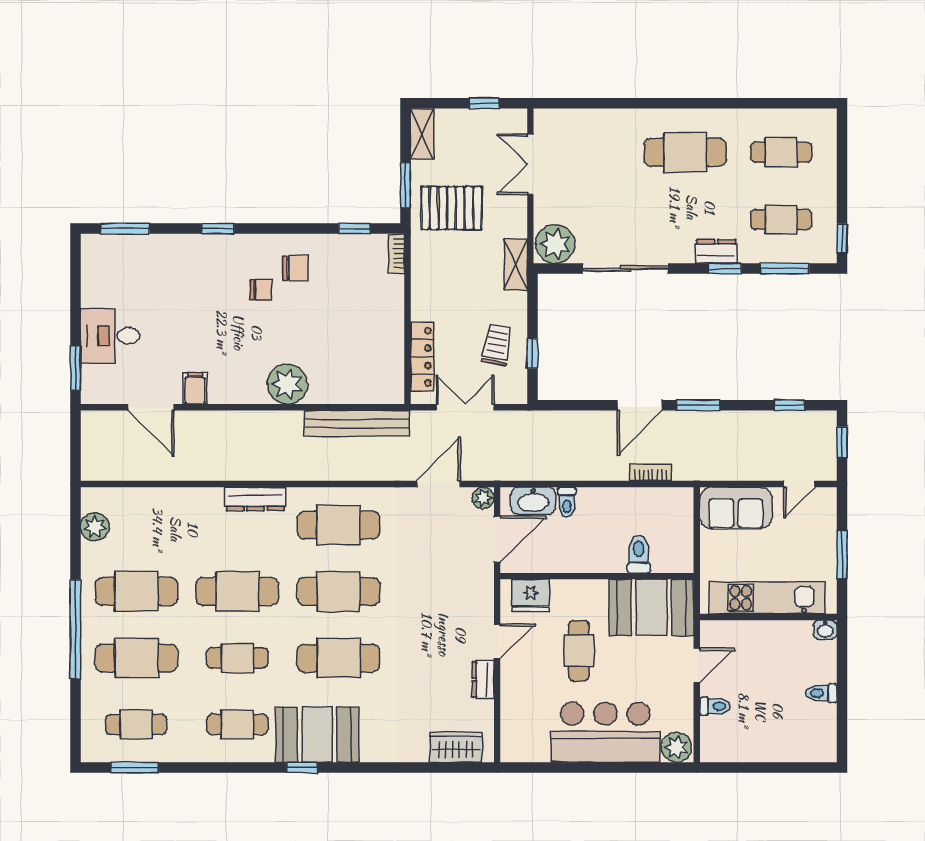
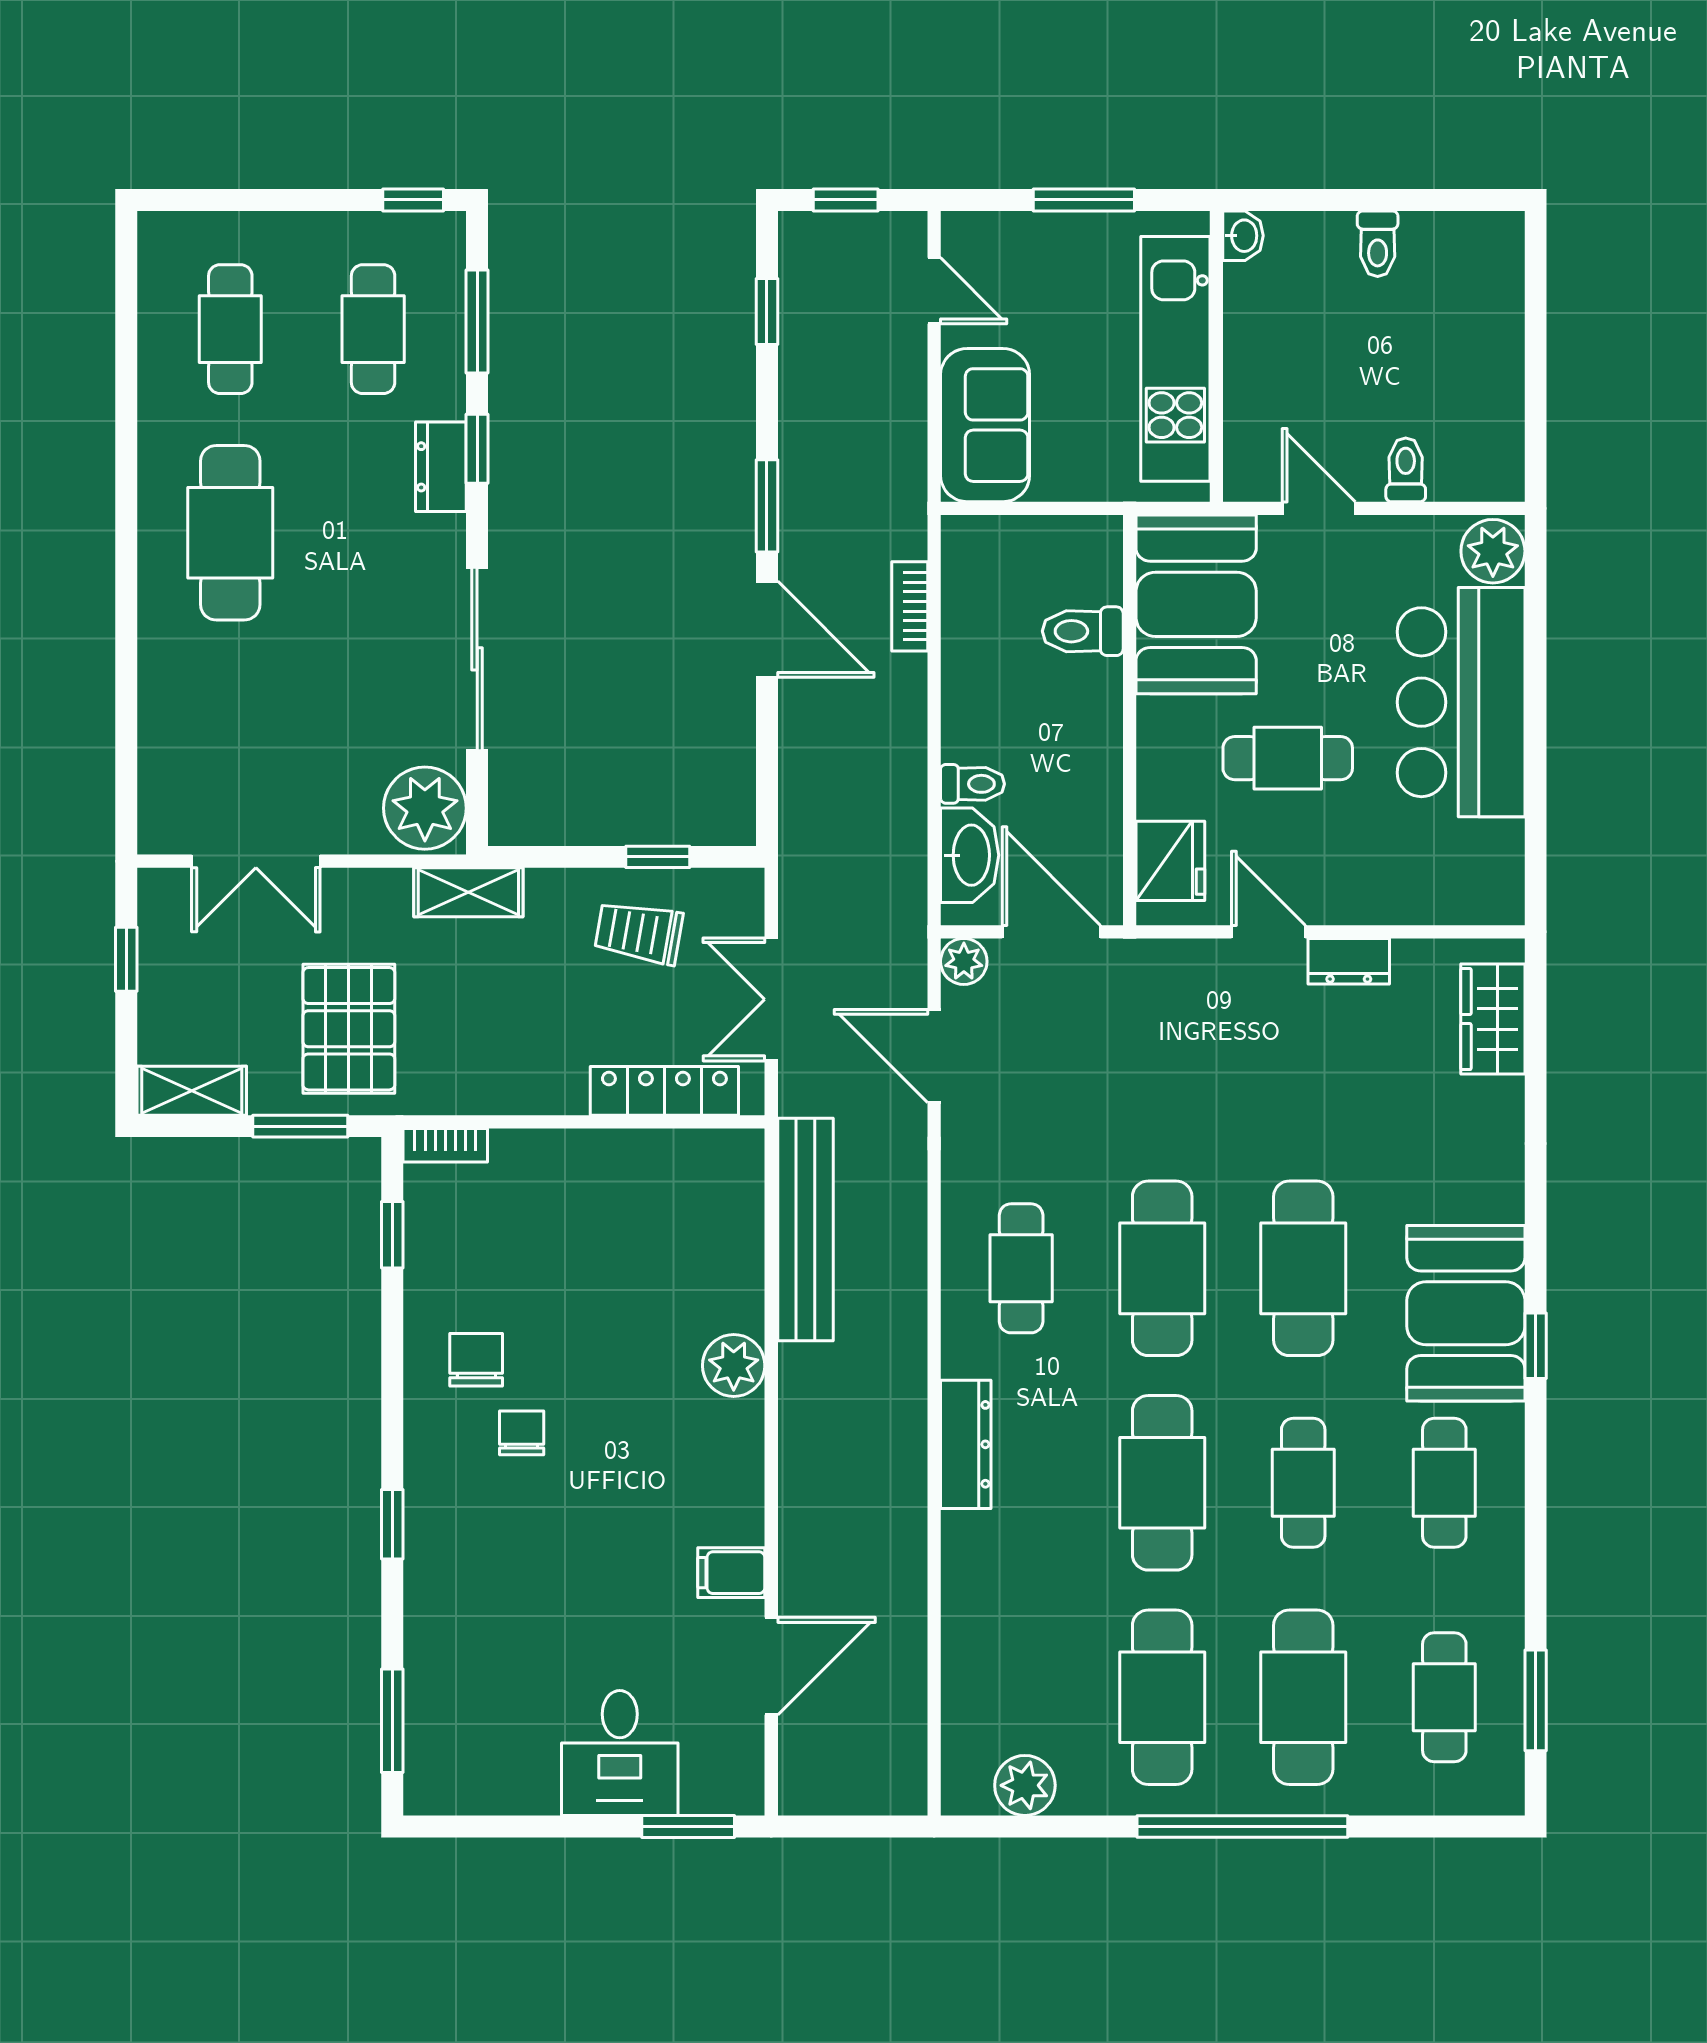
plant: (287, 384) -> (734, 1366), width x0.73, depth x0.73
cafe table: (338, 525) -> (1021, 1268), width x0.73, depth x0.74

